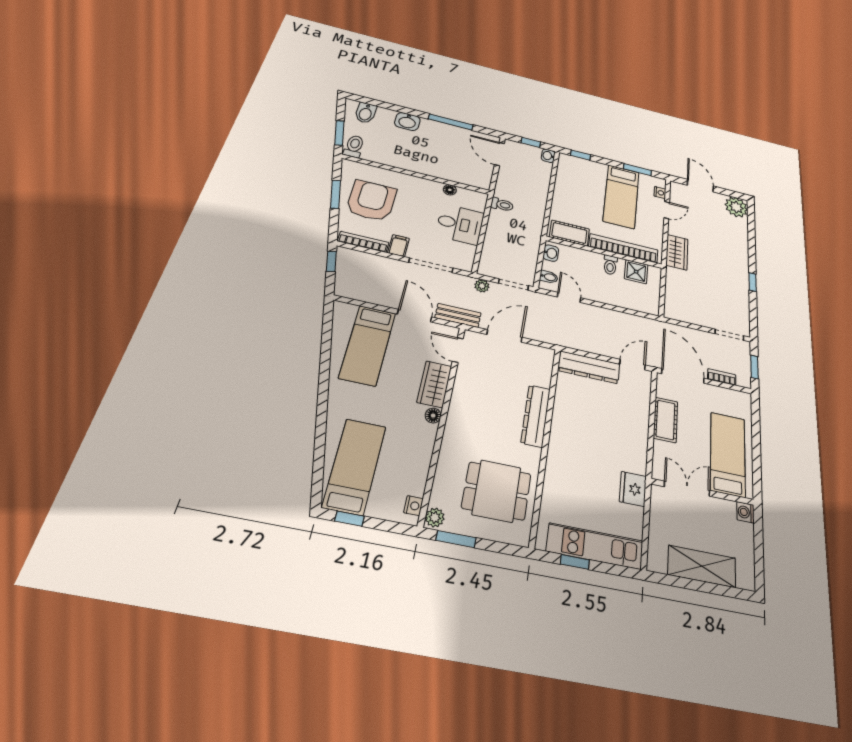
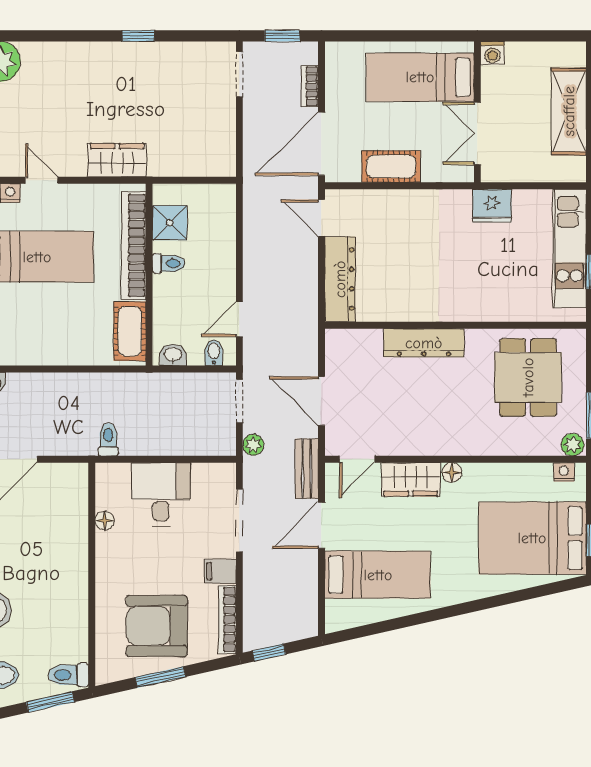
bed: (355, 466) -> (532, 538), width x1.50

